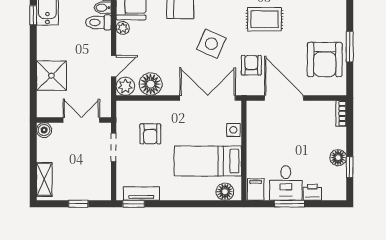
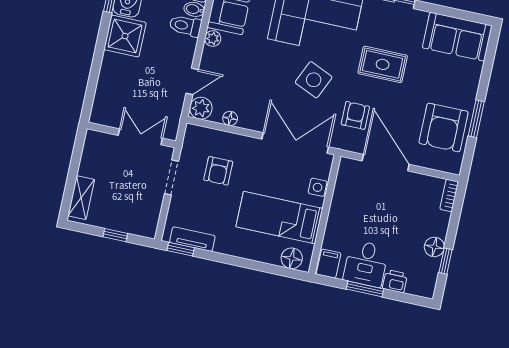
shower: (51, 76) -> (125, 36), moved
floor lamp: (151, 84) -> (230, 118), width x0.53, depth x0.53
boiler: (44, 130) -> (94, 139), removed

